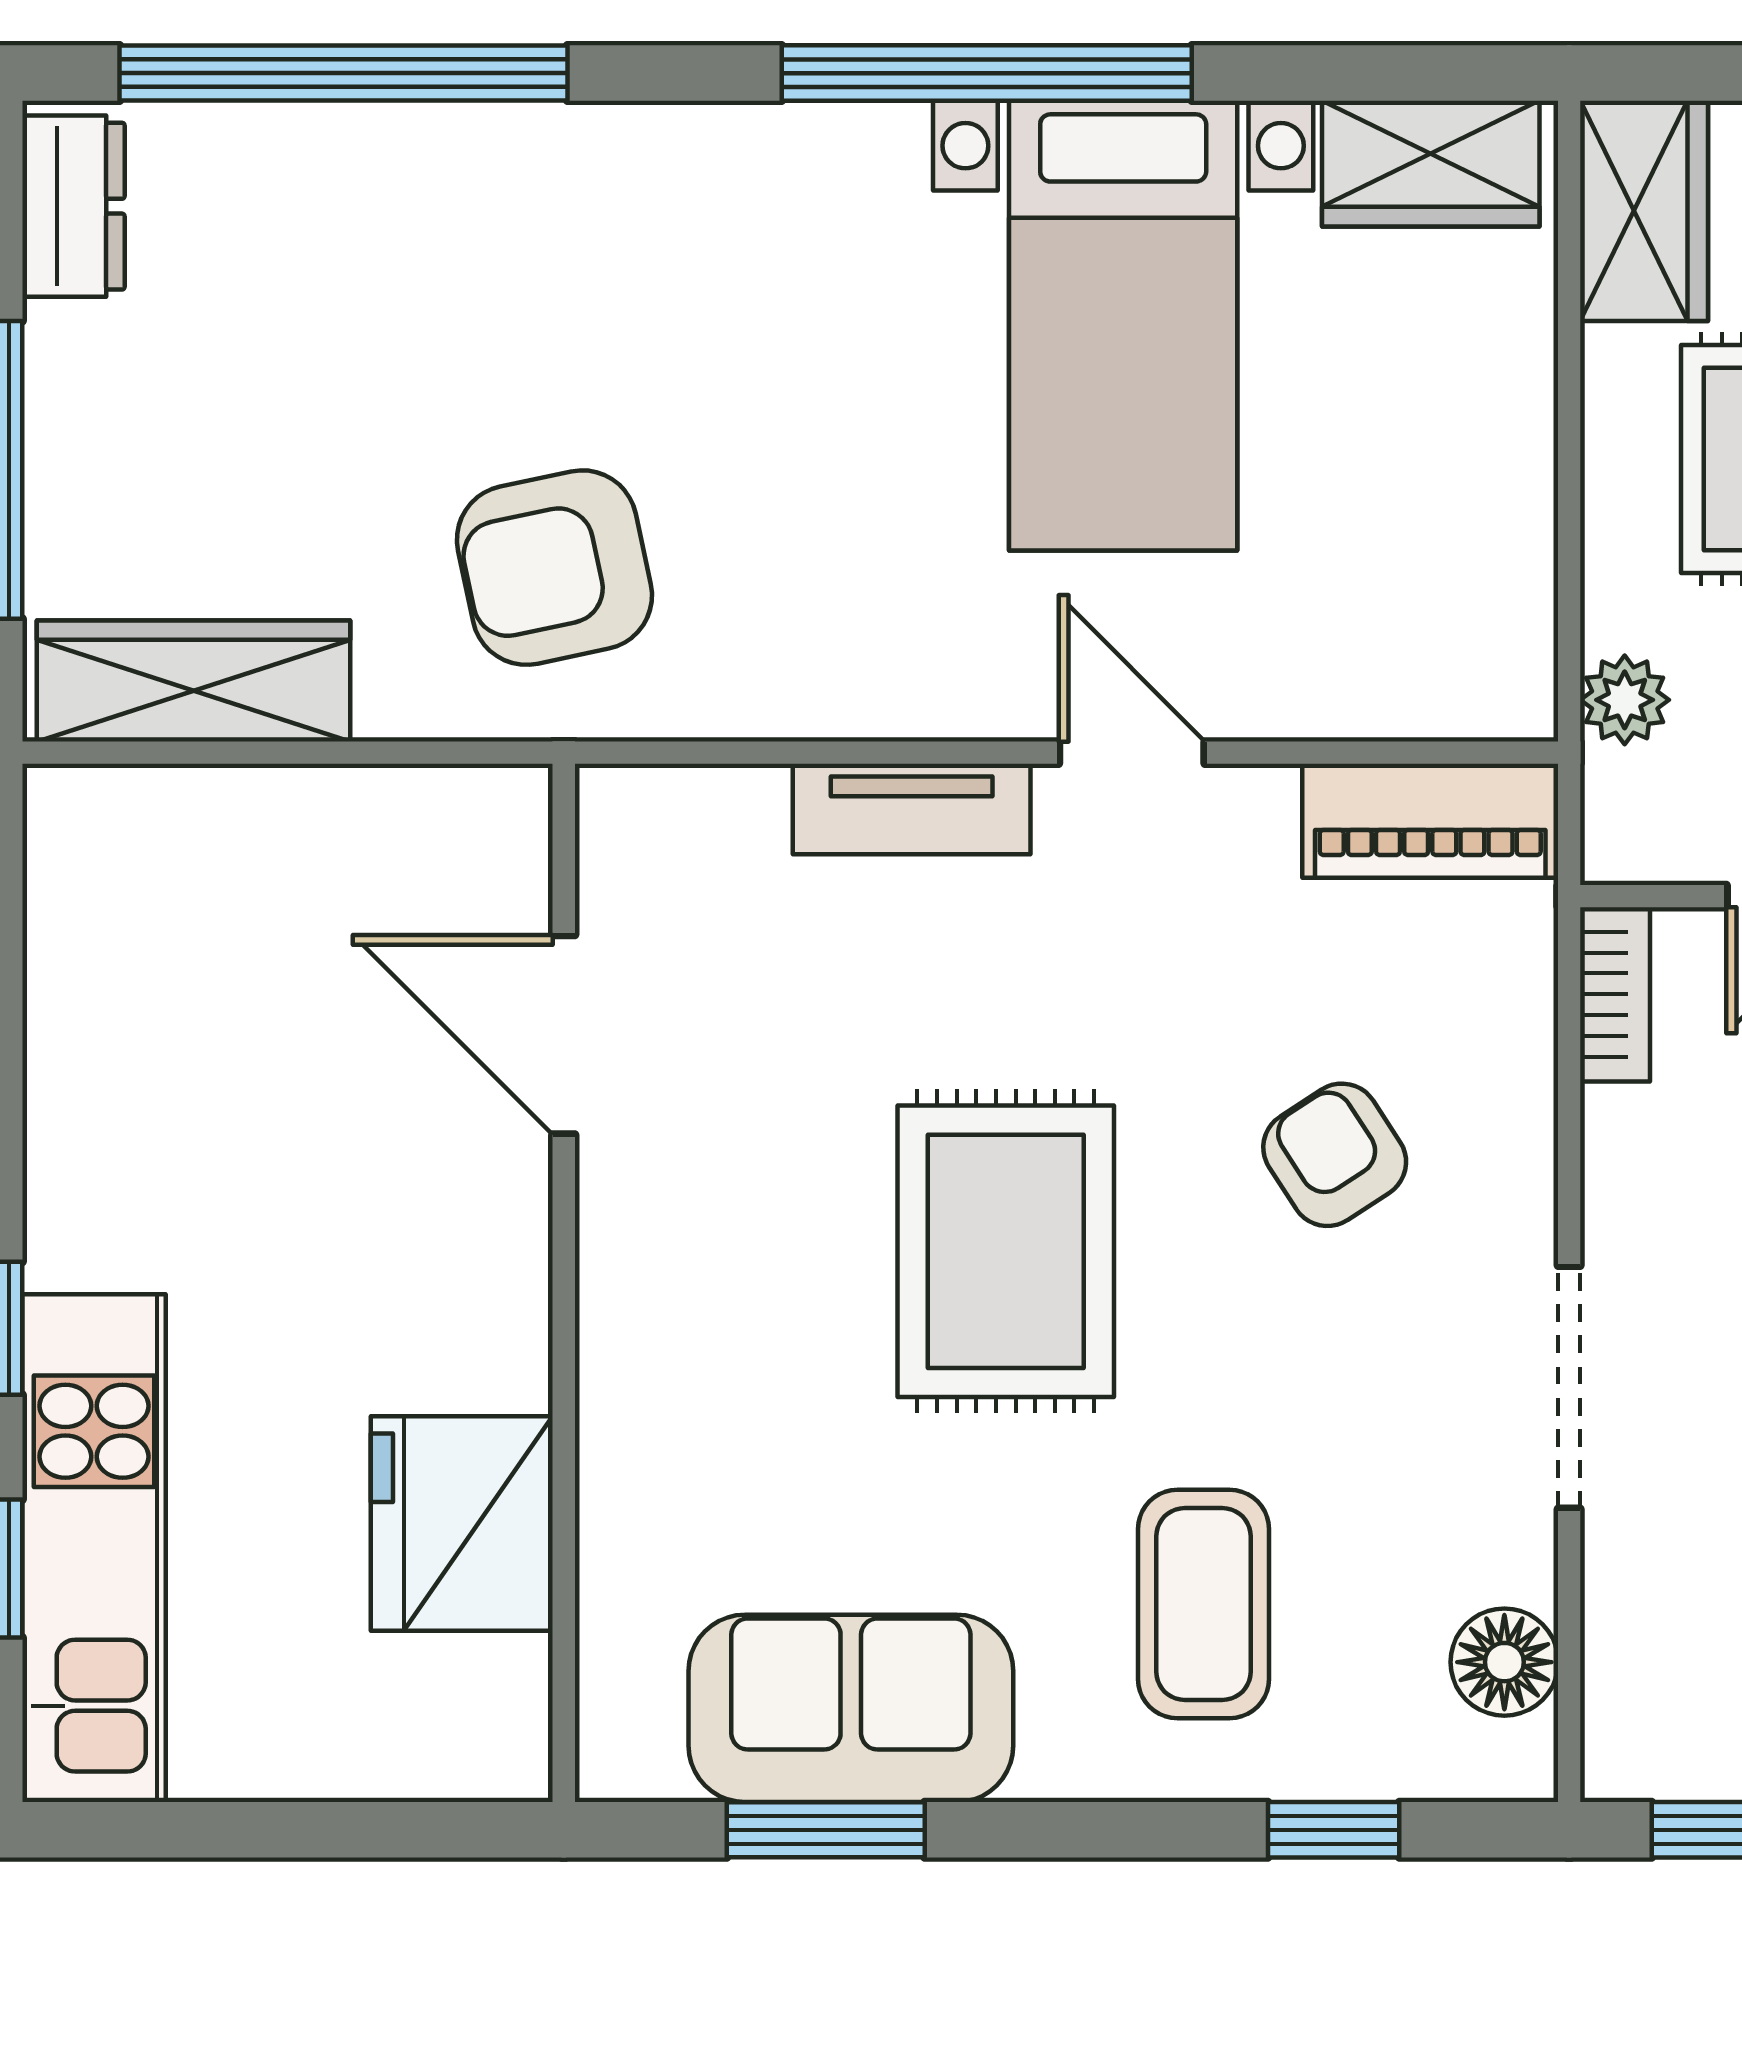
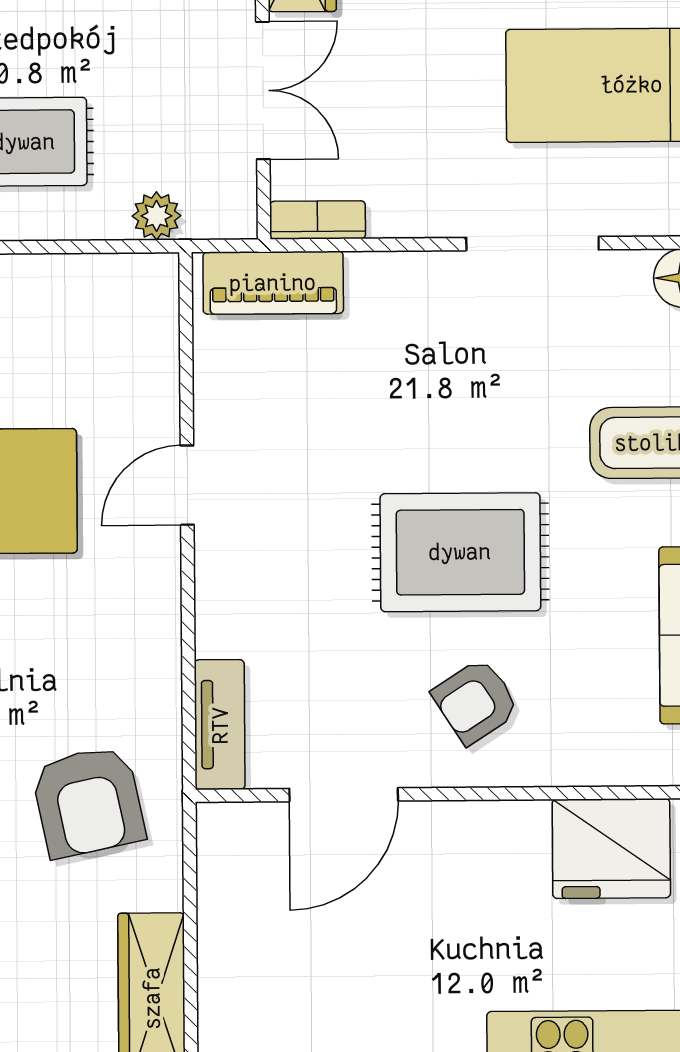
tv unit: (912, 809) -> (220, 725), moved
piano: (1430, 821) -> (273, 283), moved, turned 90
armchair: (1335, 1155) -> (476, 701), moved

